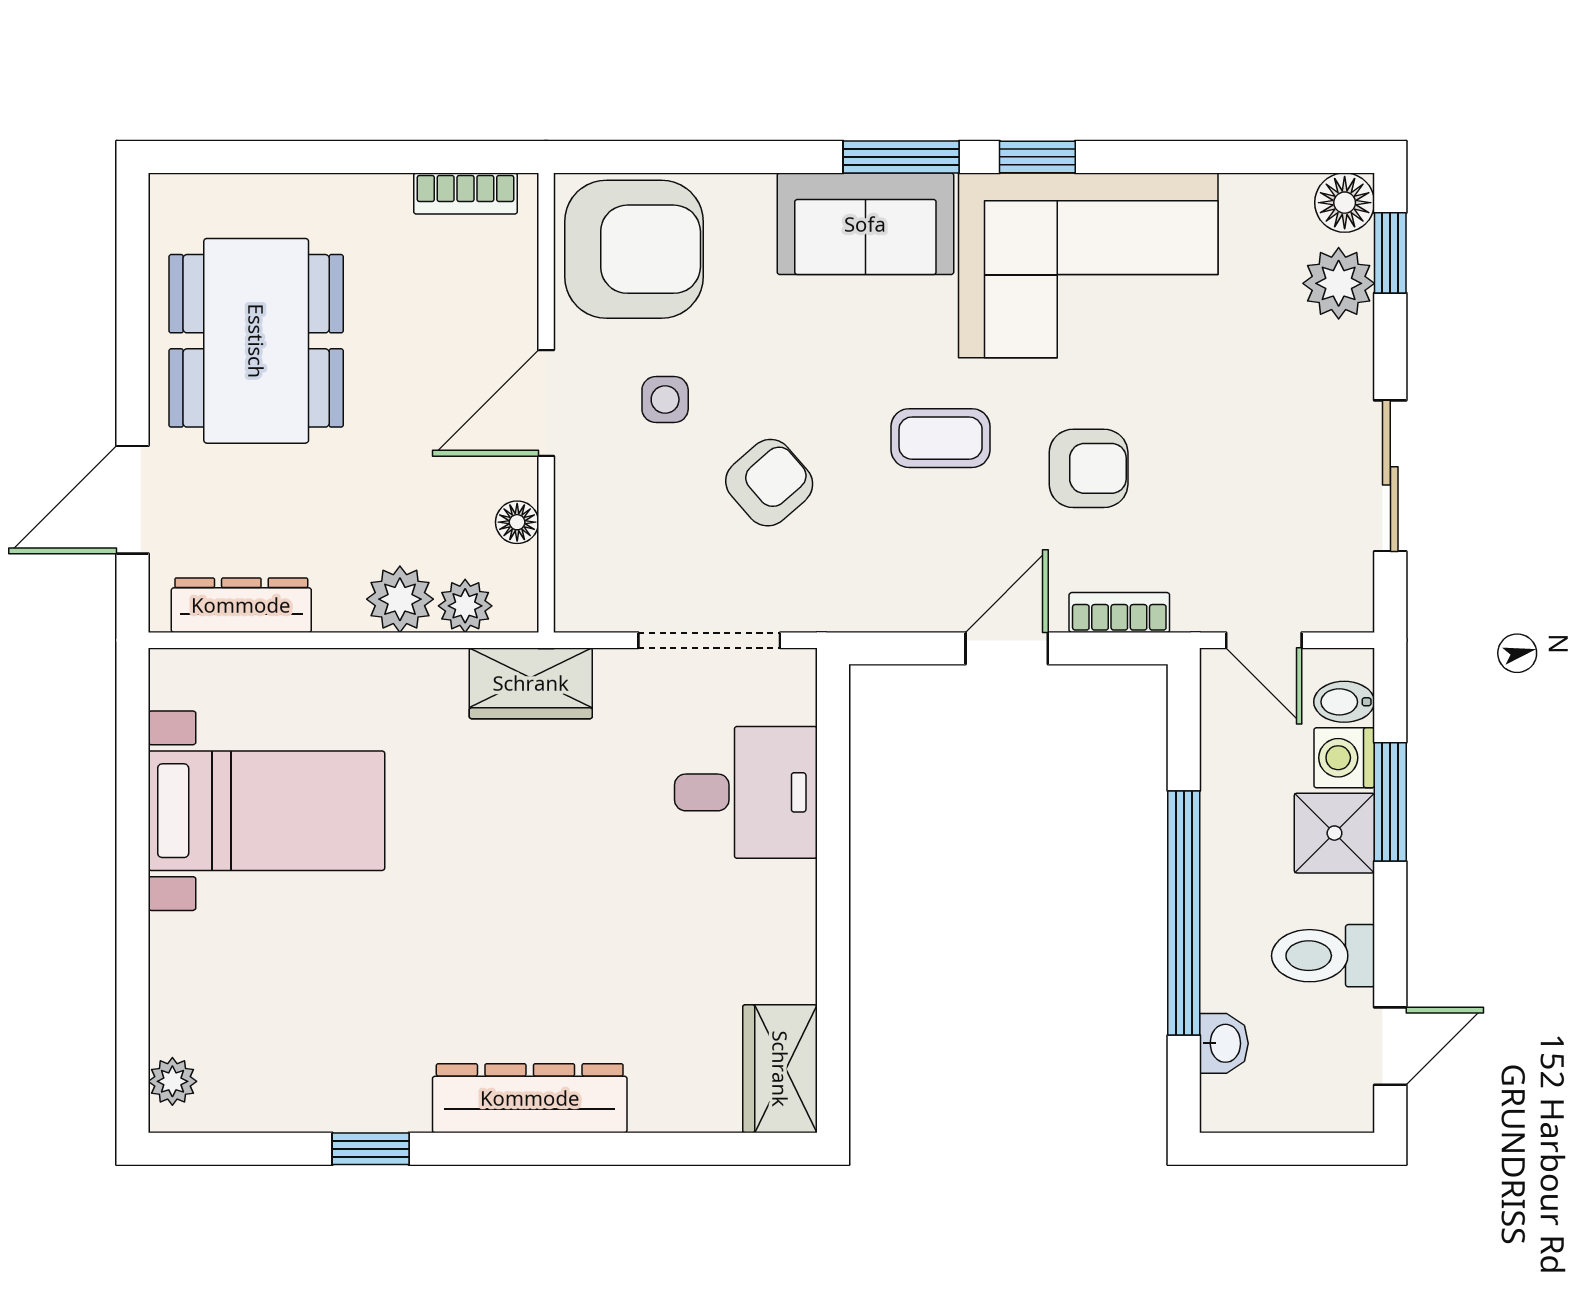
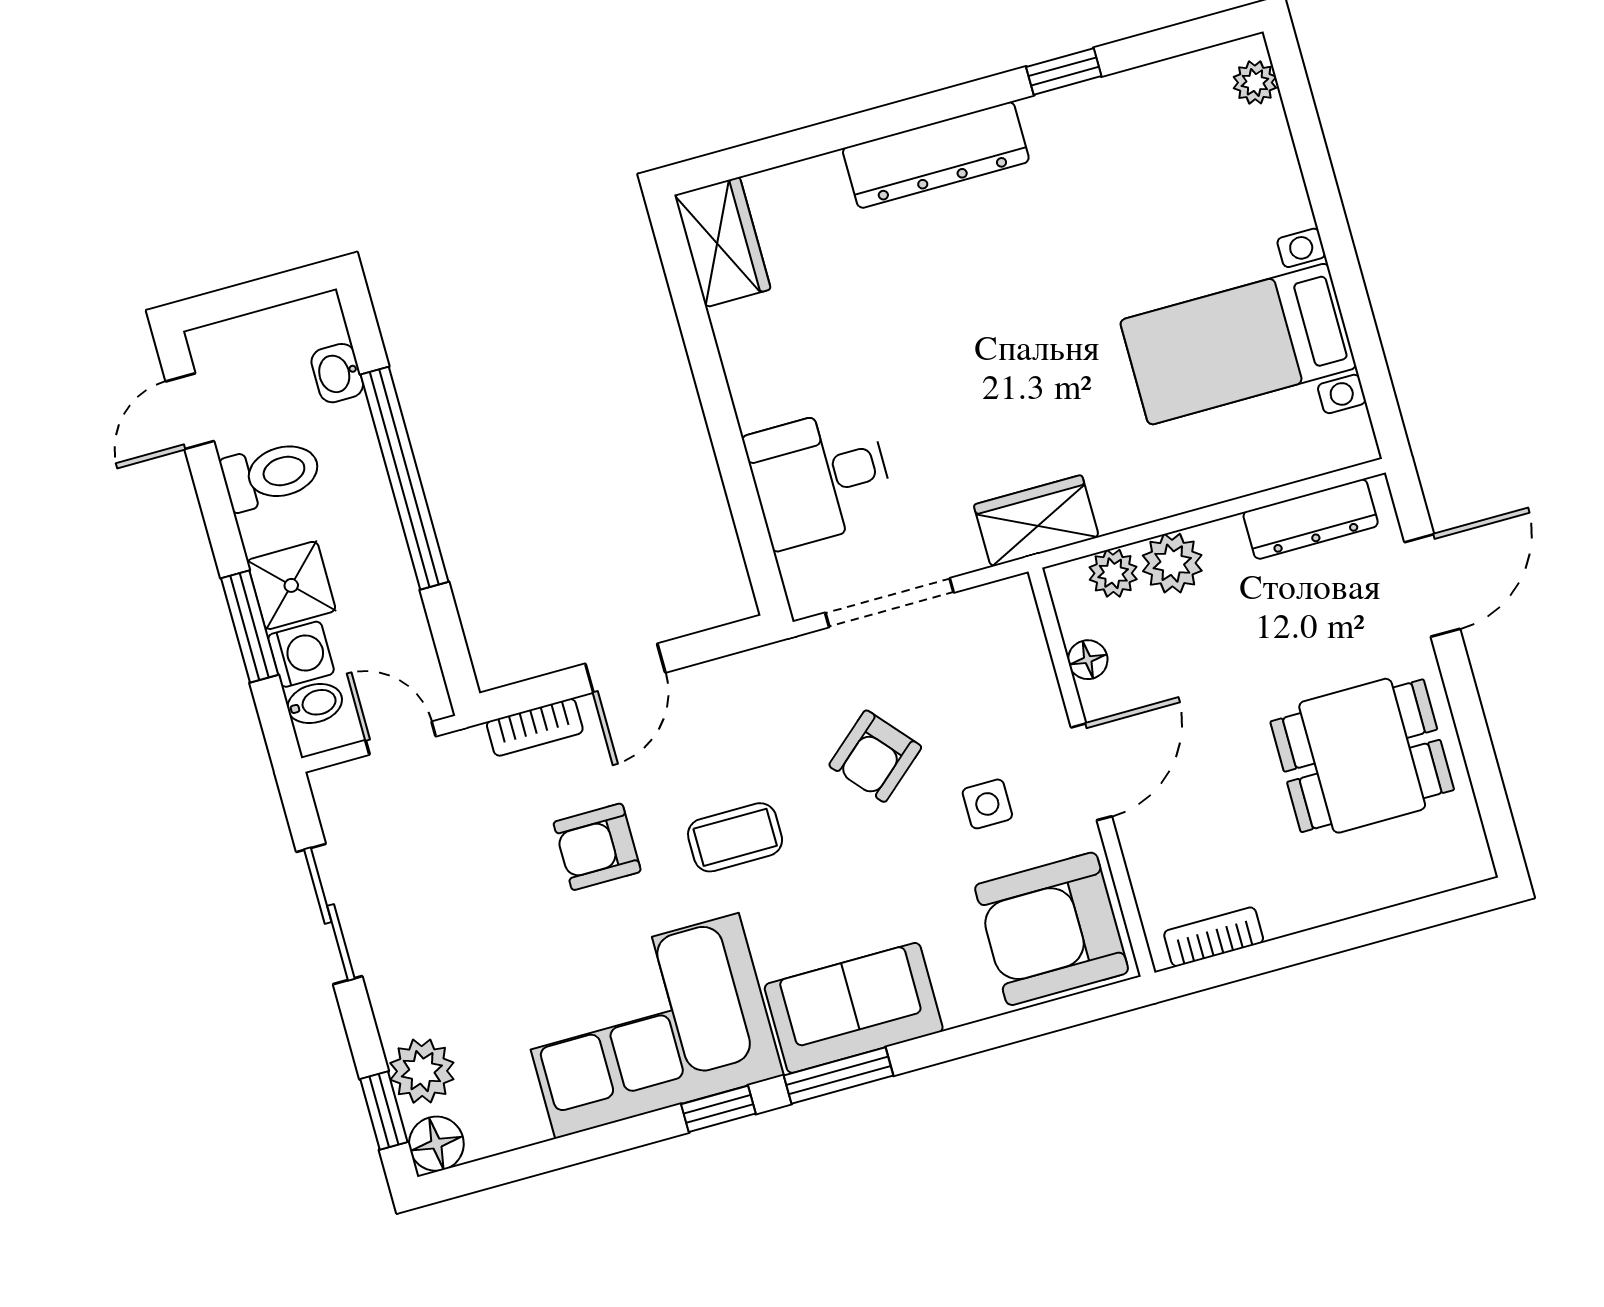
dining table: (256, 341) -> (1362, 756), width x0.73

